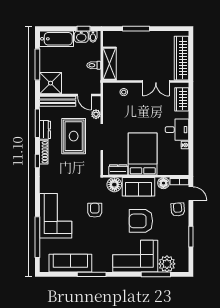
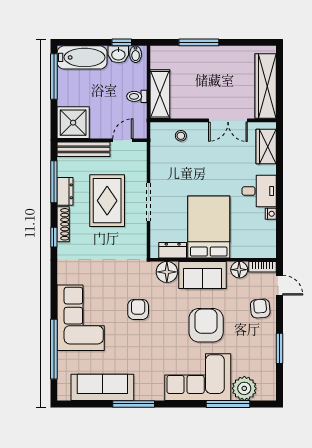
window: (37, 64) -> (54, 77), moved
door: (84, 95) -> (123, 140), swing flipped
plant: (96, 114) -> (140, 168), removed
armchair: (141, 221) -> (206, 325), turned 90

